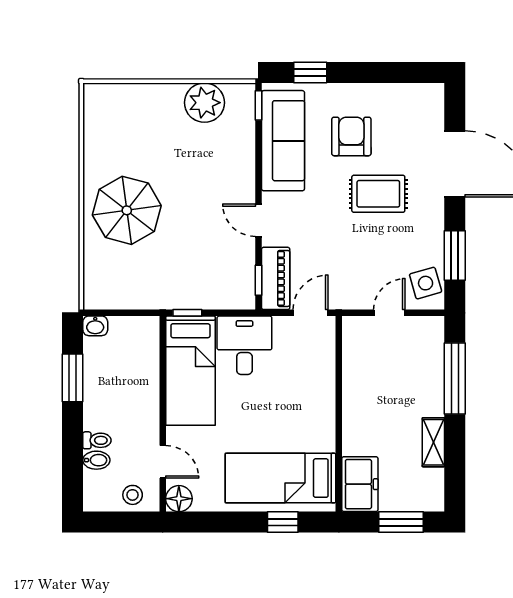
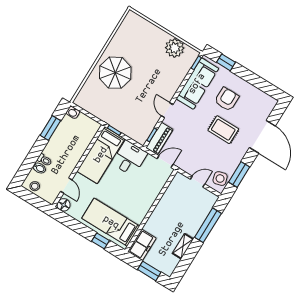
stool: (133, 495) -> (35, 186), moved

